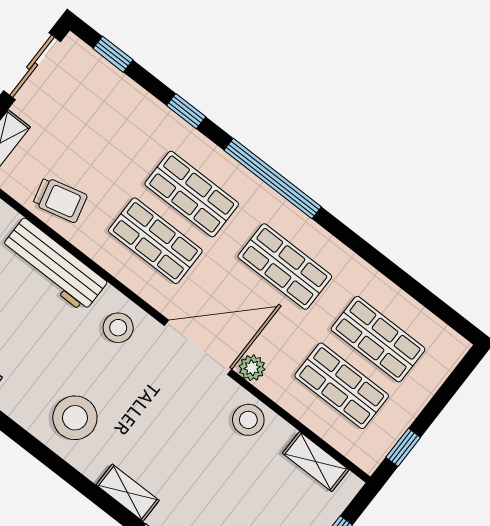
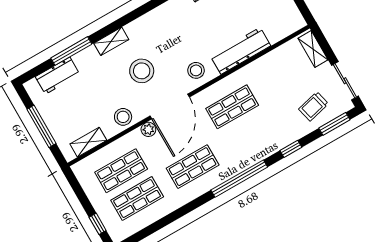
window: (113, 54) -> (334, 124), width x1.50
shop shelf: (192, 194) -> (248, 135), removed
trolley: (60, 200) -> (313, 106), moved
stool: (75, 418) -> (142, 71), moved
window: (403, 447) -> (98, 224), moved

